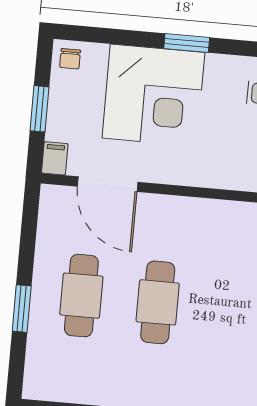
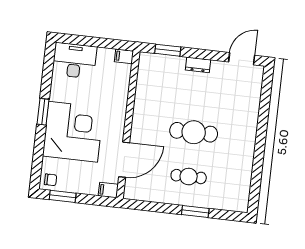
window: (40, 109) -> (63, 196), moved
cafe table: (81, 296) -> (189, 177), width x0.73, depth x0.74

